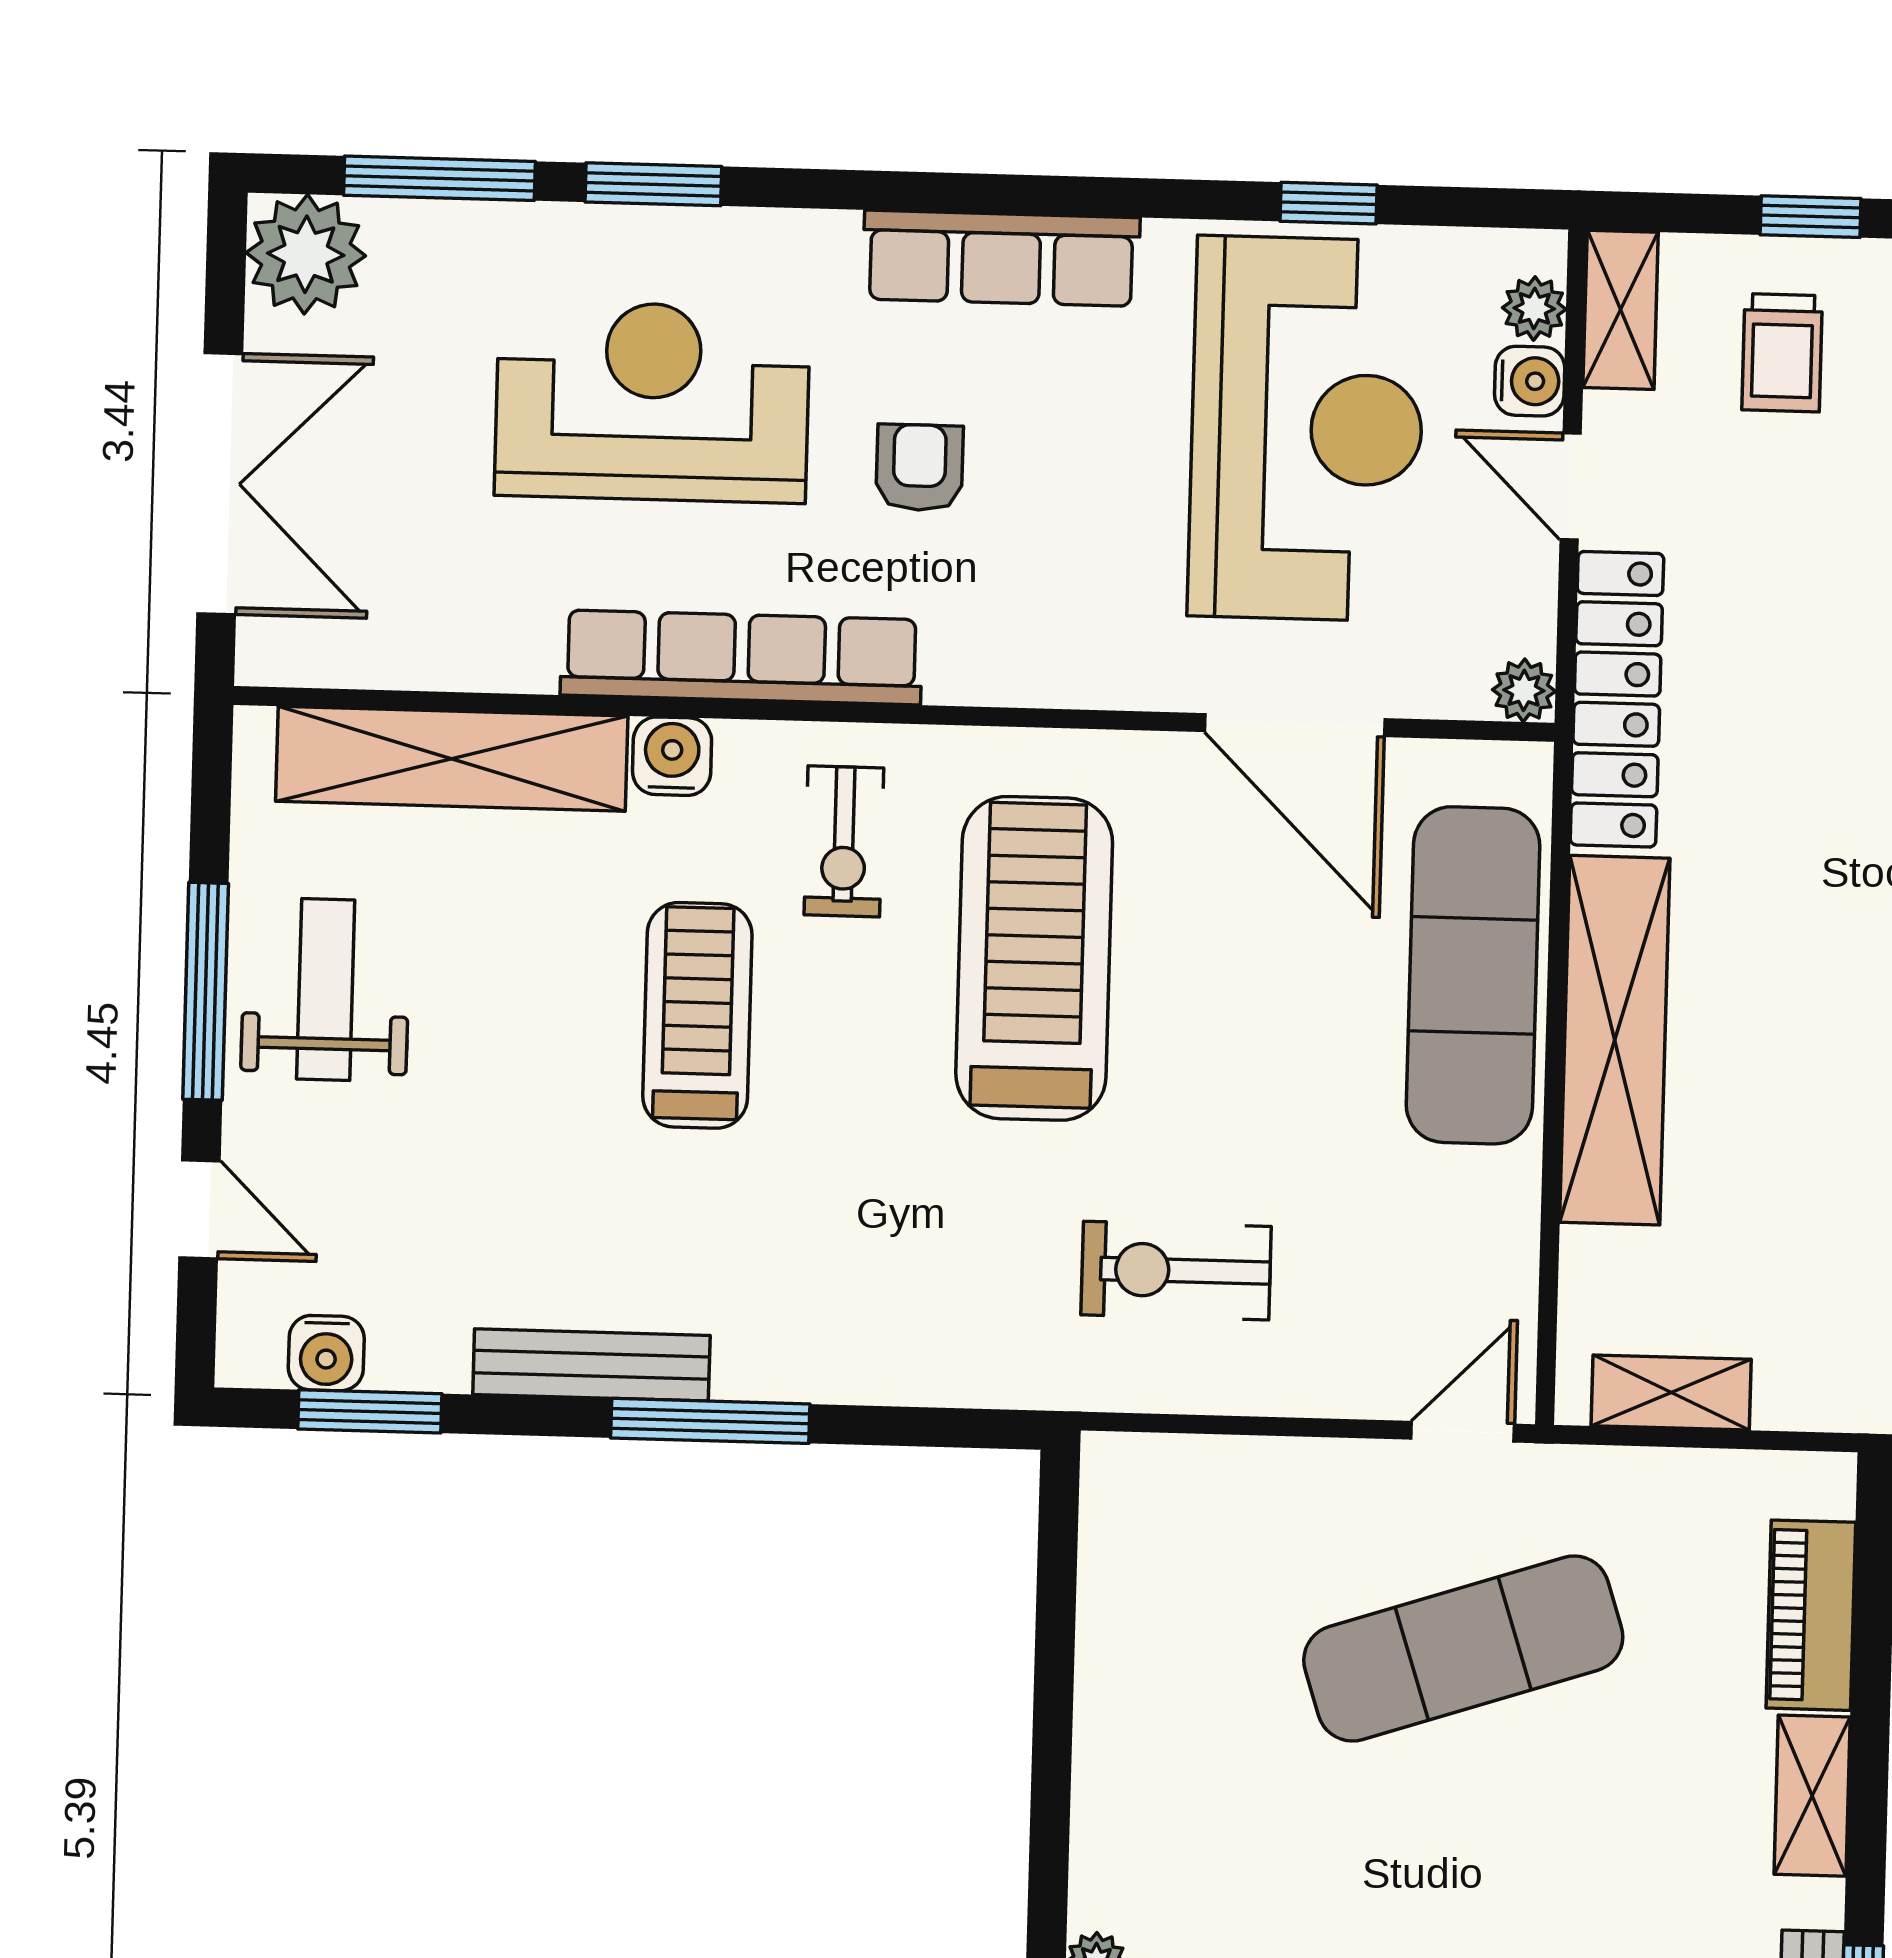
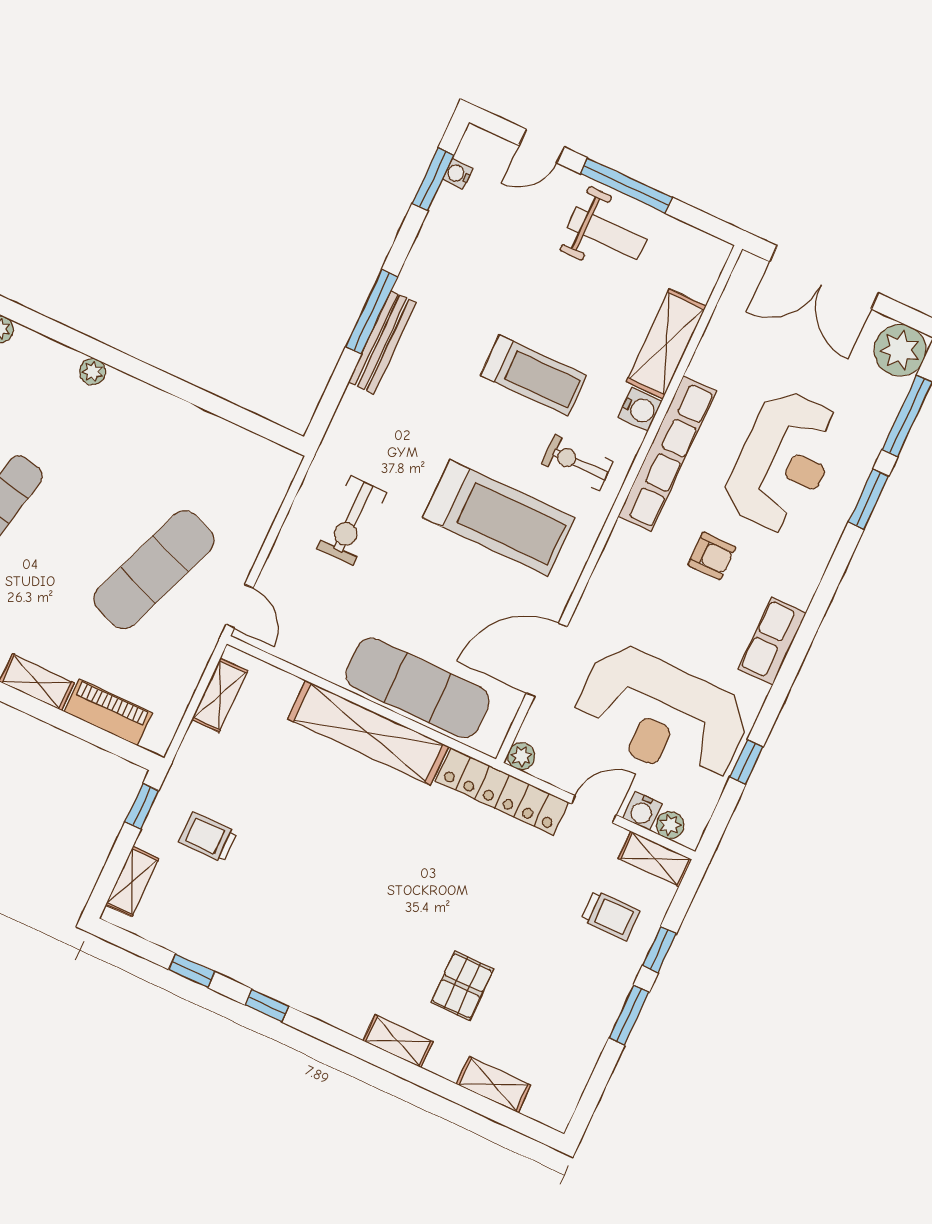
row of seats: (1001, 258) -> (772, 641), width x0.68
trolley: (1782, 353) -> (611, 915), turned 180
shelving: (452, 759) -> (666, 344), width x0.68
exercise bike: (1176, 1271) -> (352, 521), turned 180
water cooler: (326, 1353) -> (458, 174), width x0.72, depth x0.72
bench: (591, 1365) -> (382, 342), moved
exercise mat: (1463, 1649) -> (154, 570), turned 39

